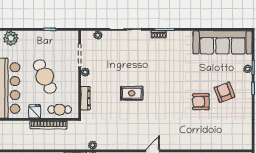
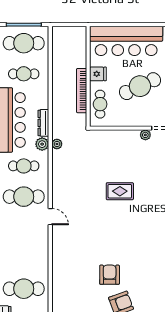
rug: (132, 93) -> (120, 191), turned 90
dresser: (85, 98) -> (114, 135), removed

